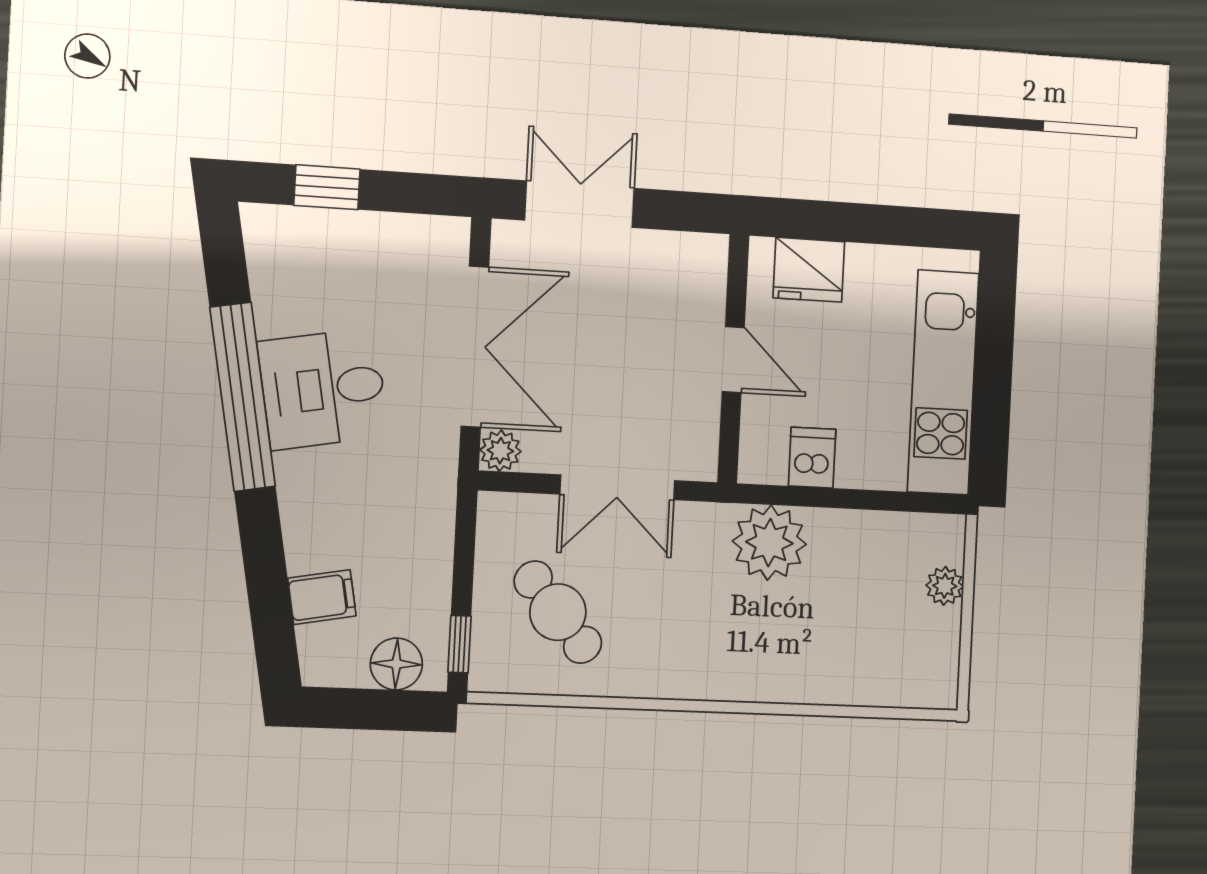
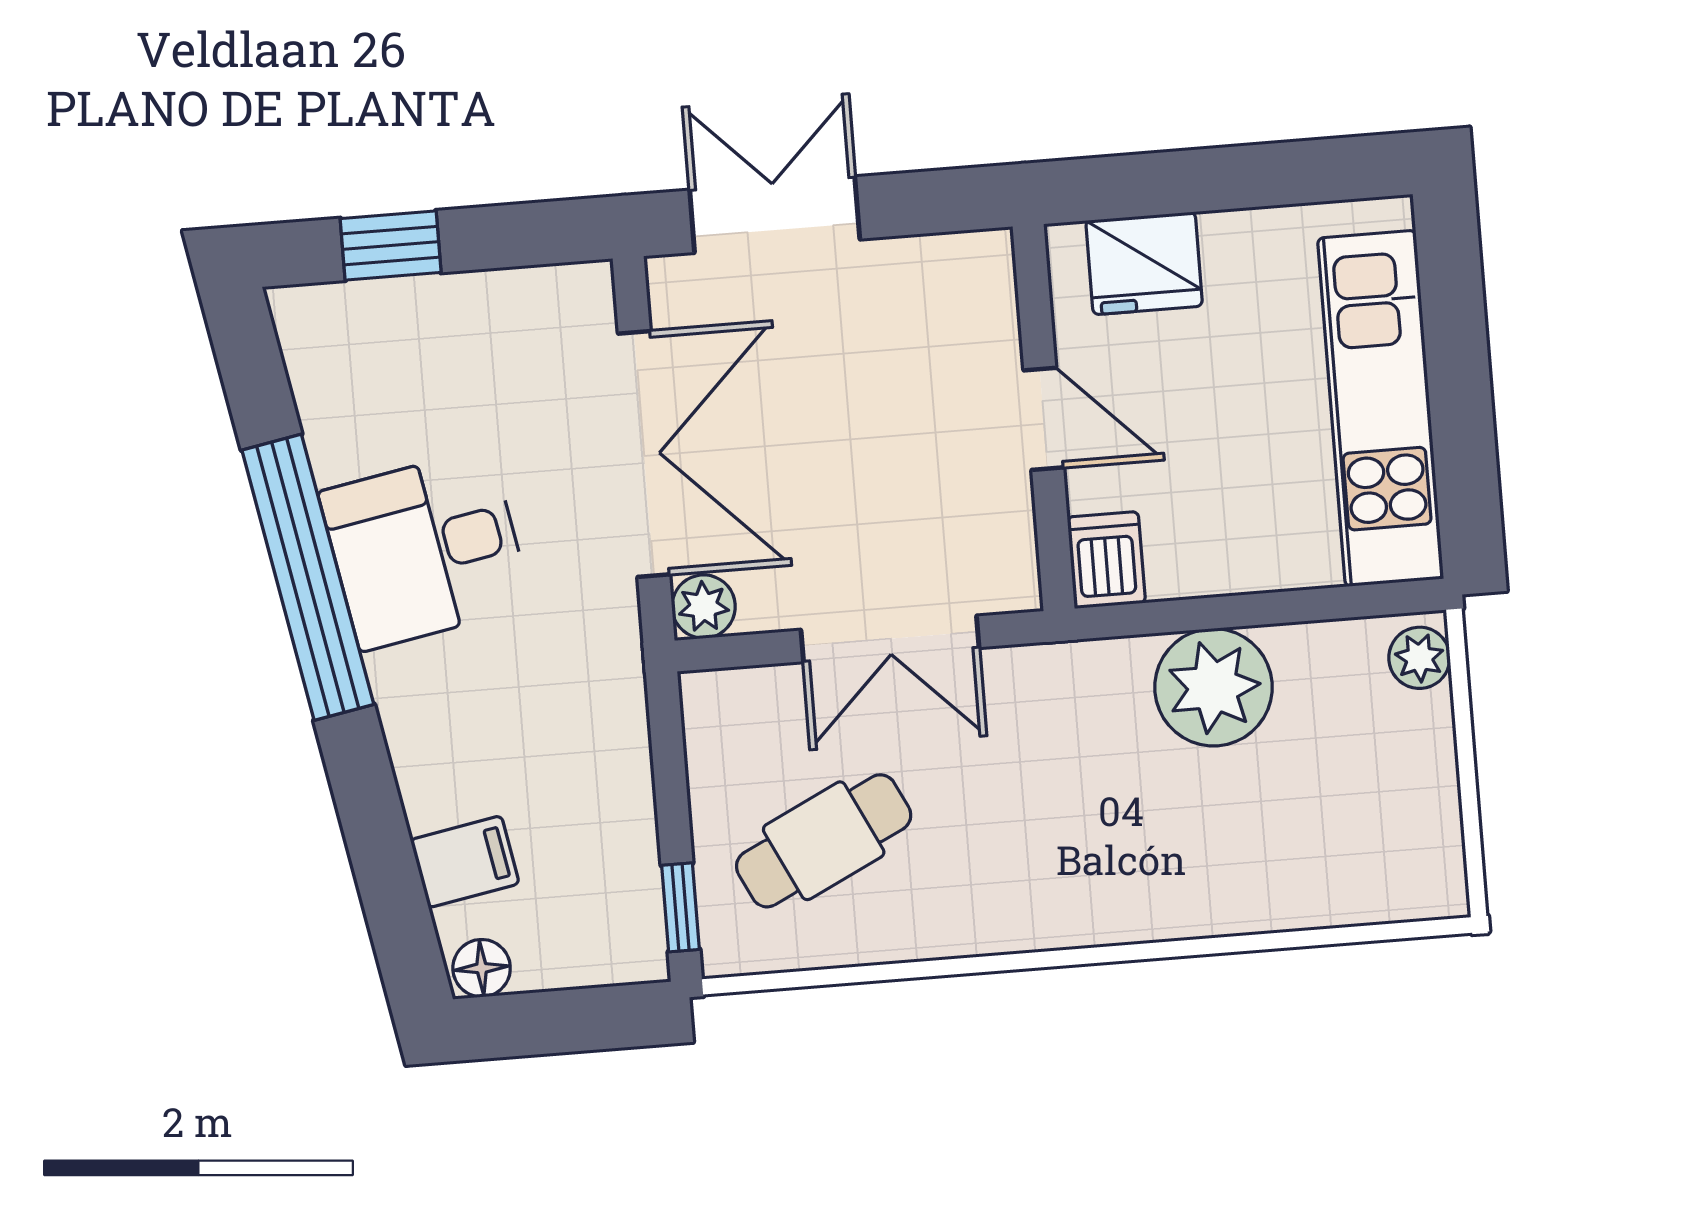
dishwasher: (812, 458) -> (1106, 560), moved
plant: (769, 543) -> (1214, 687), moved
plant: (945, 586) -> (1419, 658), moved
cafe table: (558, 612) -> (824, 841), turned -76
floor lamp: (396, 664) -> (482, 968), moved, width x0.73, depth x0.73

